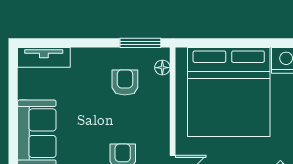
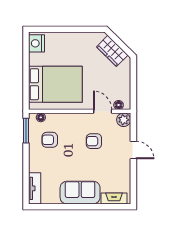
bed: (229, 92) -> (55, 84), width x0.73

